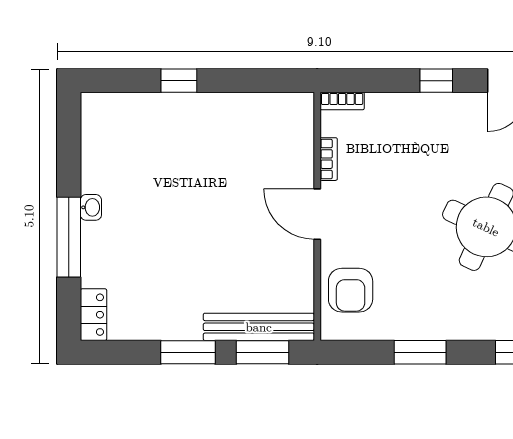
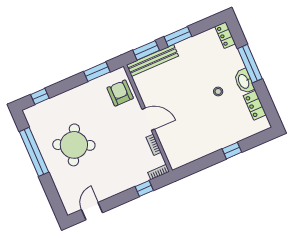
window: (436, 81) -> (144, 188), moved
locker: (95, 151) -> (255, 105), added
washbasin: (91, 207) -> (244, 81), width x1.91, depth x1.45
stool: (155, 209) -> (218, 92), added
window: (420, 352) -> (97, 72), moved

